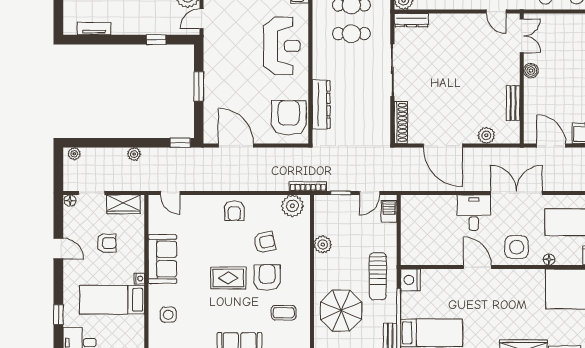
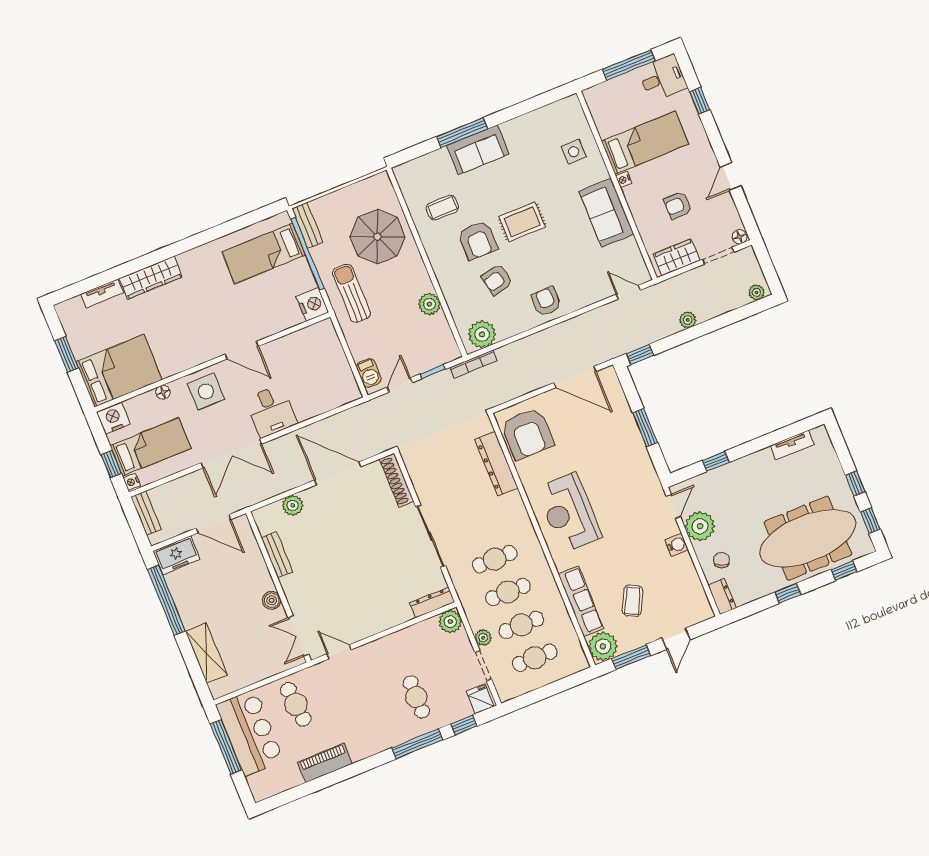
door: (58, 248) -> (731, 176), hinge flipped

